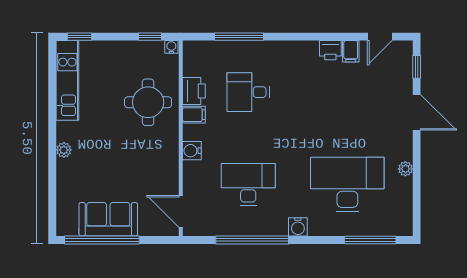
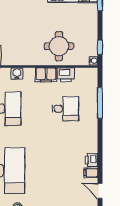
desk: (248, 92) -> (65, 109), turned 90
filing cabinet: (194, 115) -> (46, 75), width x2.00
water cooler: (192, 151) -> (17, 74), moved

